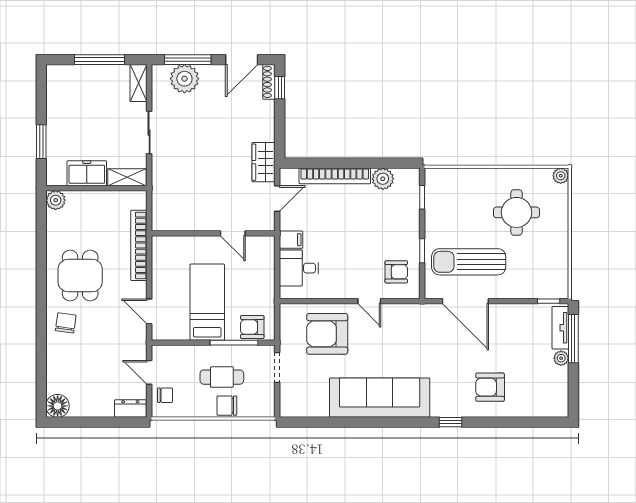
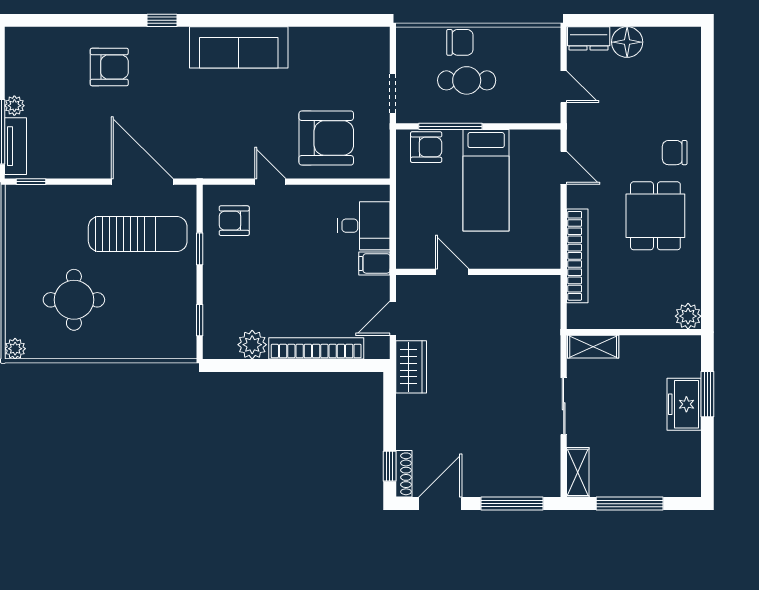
plant: (184, 79) -> (516, 478), removed
freezer: (87, 173) -> (684, 404), moved, turned 90
chair: (66, 323) -> (675, 153), turned 82
chair: (165, 395) -> (542, 56), removed
sofa: (380, 398) -> (239, 47), width x0.74, depth x0.79
floor lamp: (58, 406) -> (627, 42), moved

